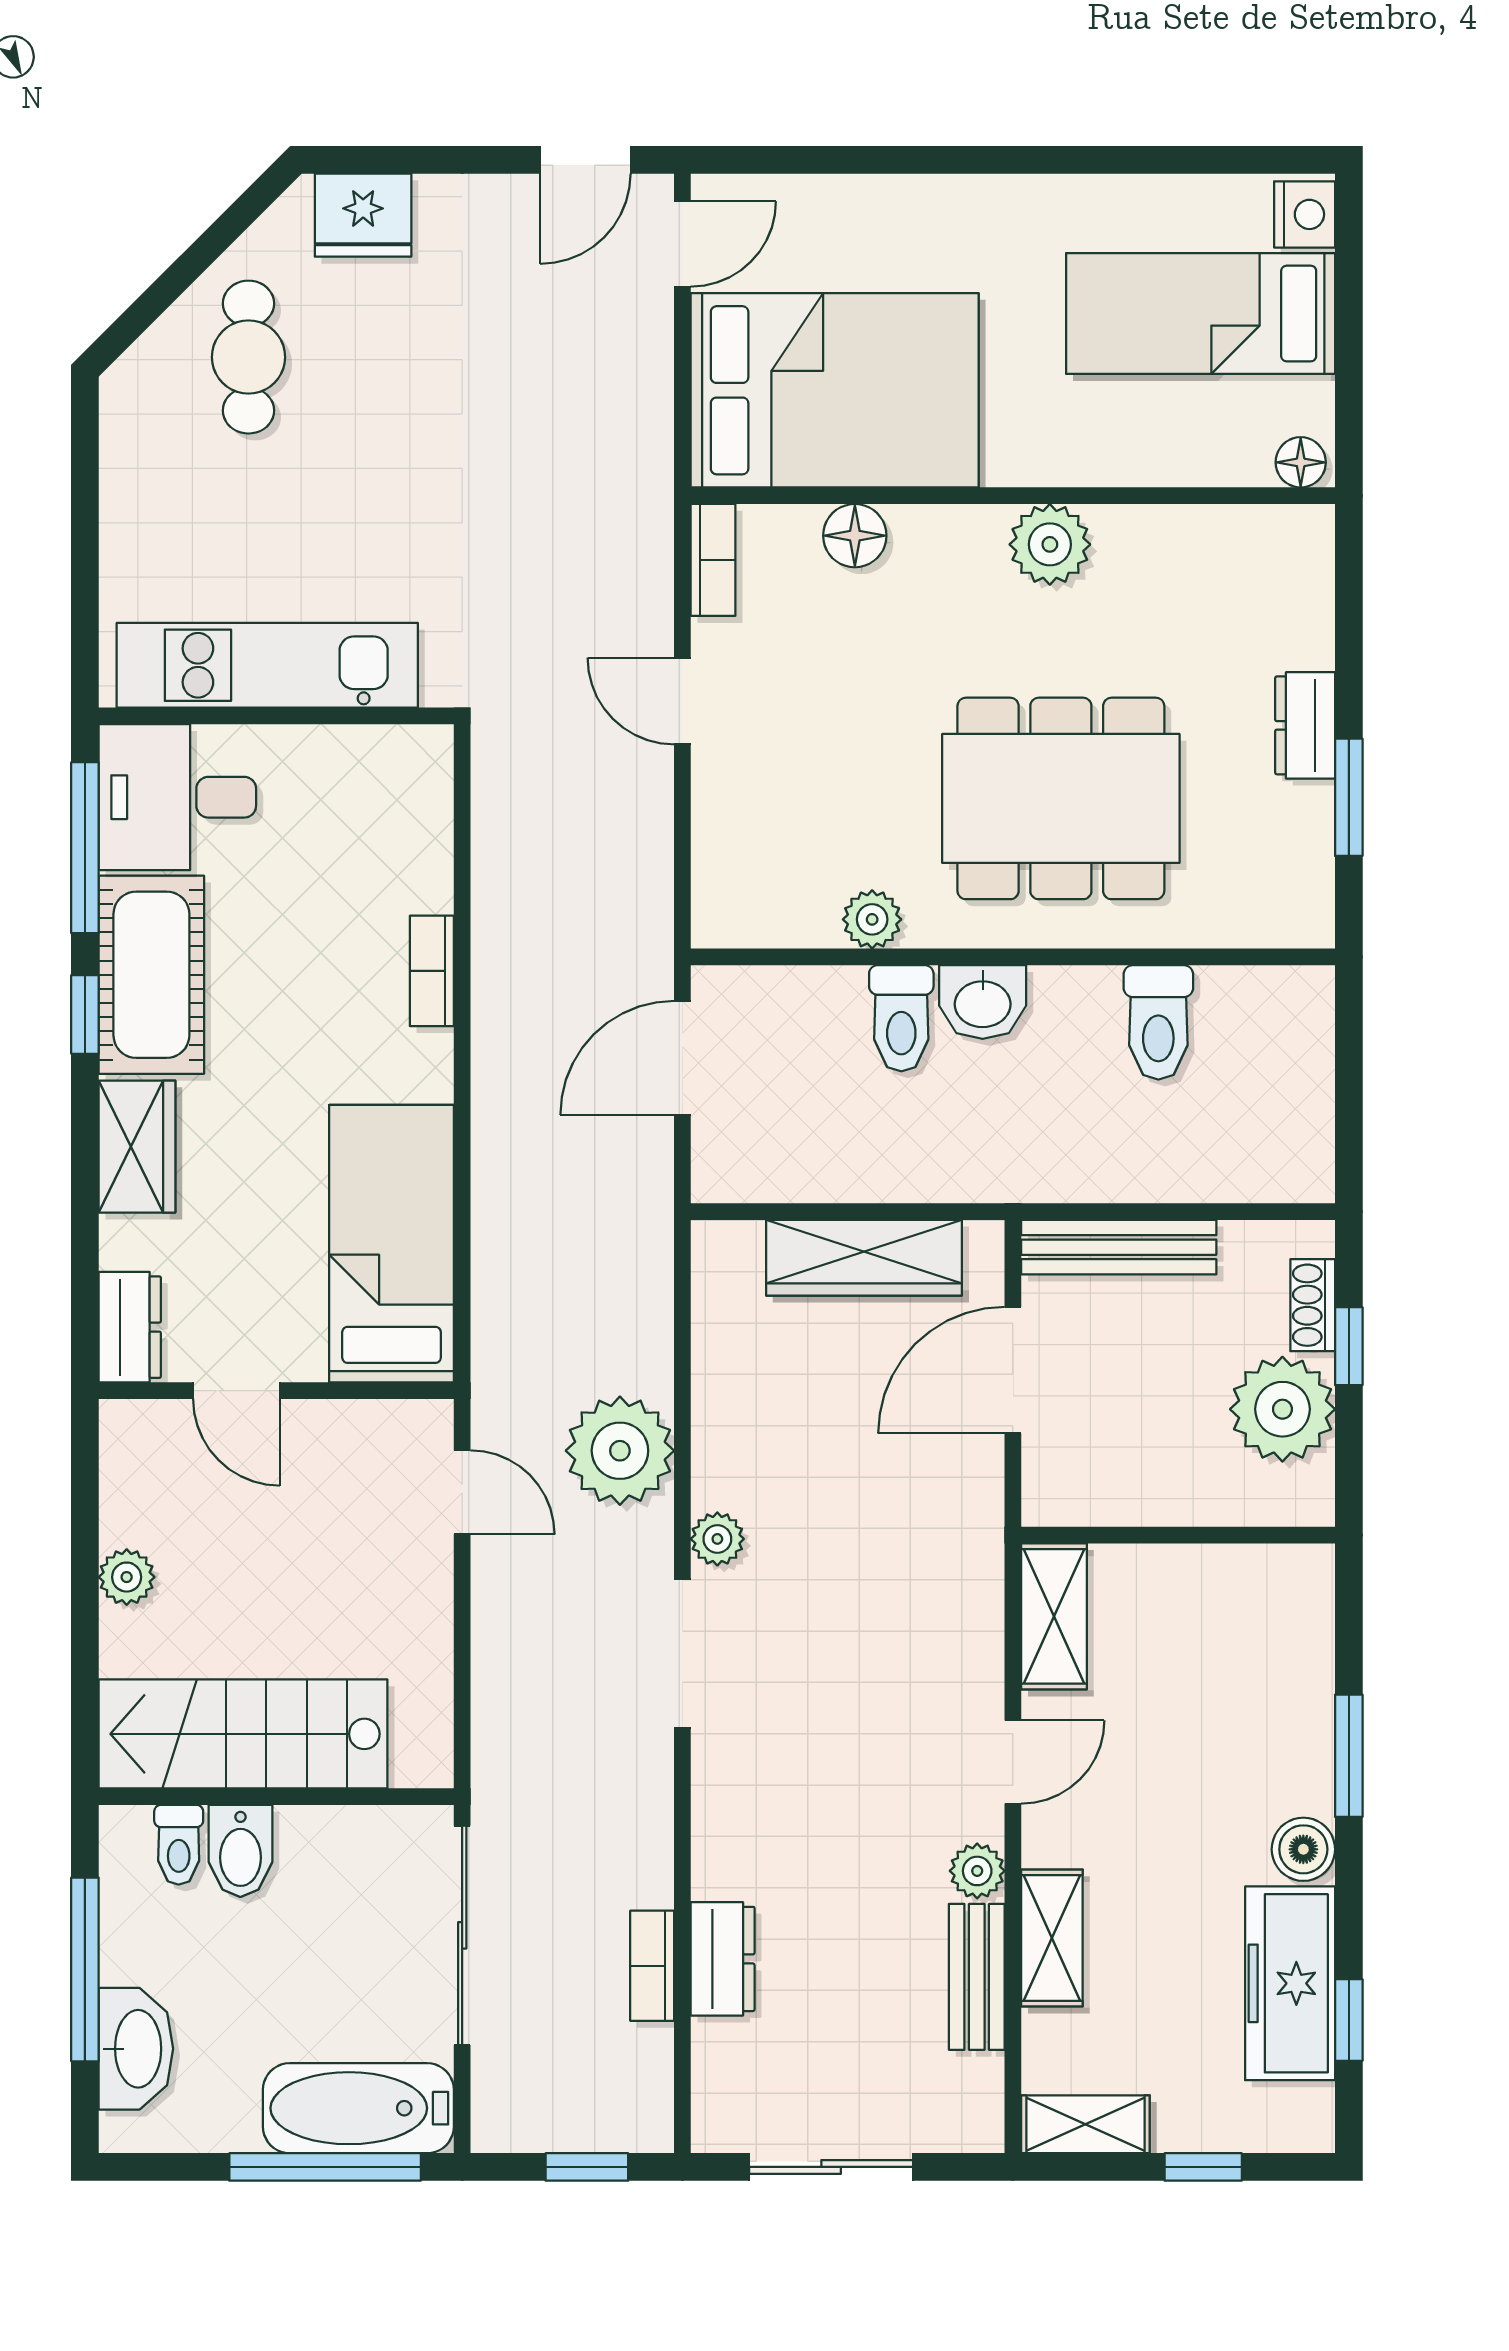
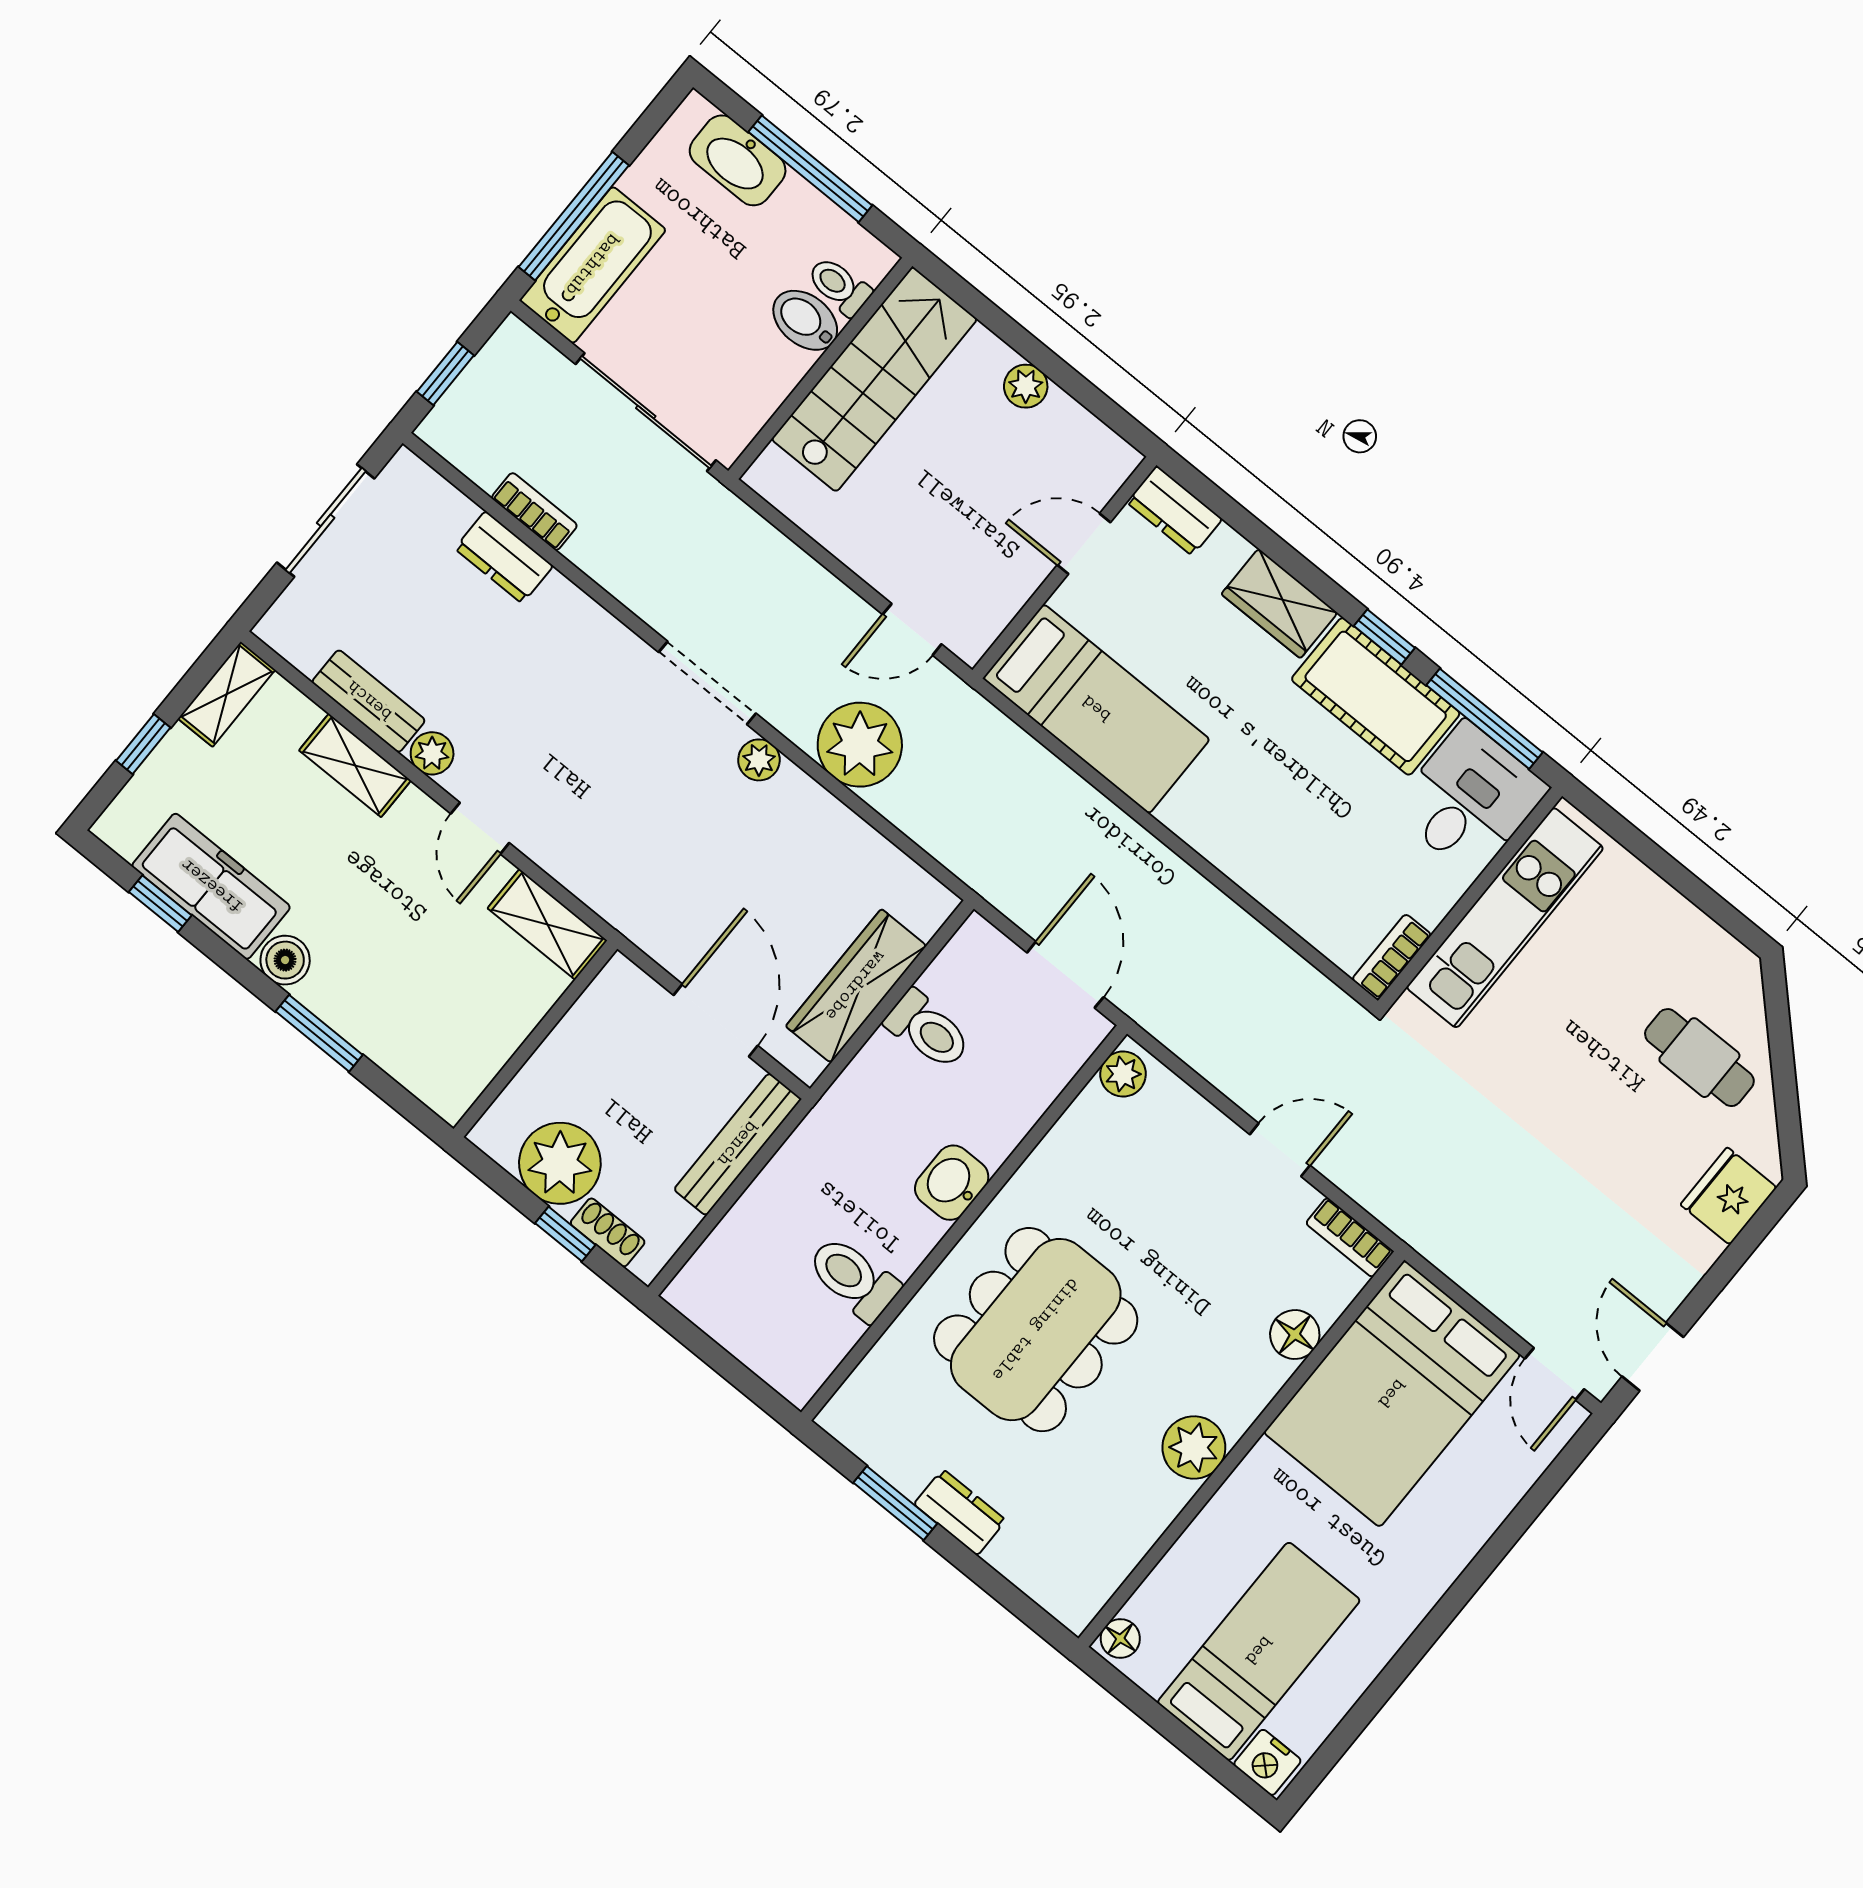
plant: (872, 919) -> (1123, 1074), moved
bookcase: (432, 971) -> (1392, 957), moved, turned -90
toilet: (901, 1018) -> (928, 1030), moved, turned 180

